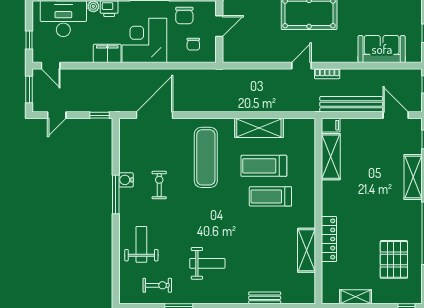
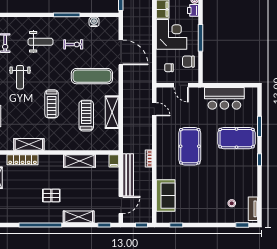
door: (301, 66) -> (154, 109), moved
door: (155, 115) -> (121, 52), moved
shelving: (331, 157) -> (80, 161), moved
water cooler: (126, 180) -> (94, 22), moved
treadmill: (270, 196) -> (52, 104), moved, turned 180
locker: (329, 239) -> (23, 160), moved
weight bench: (141, 244) -> (41, 42), moved
pallet: (394, 259) -> (51, 196), moved, width x0.67, depth x0.71

